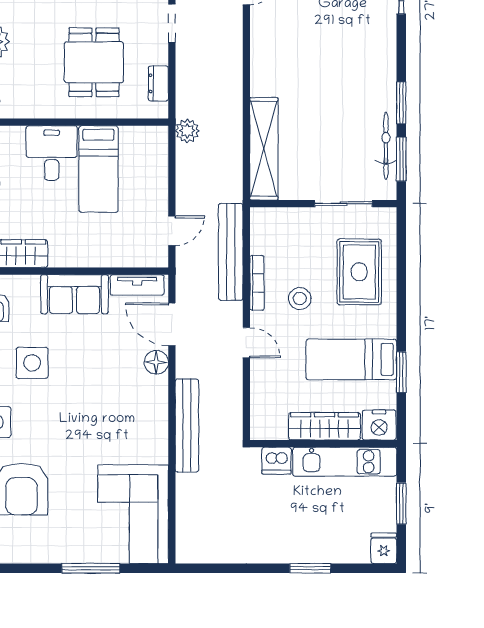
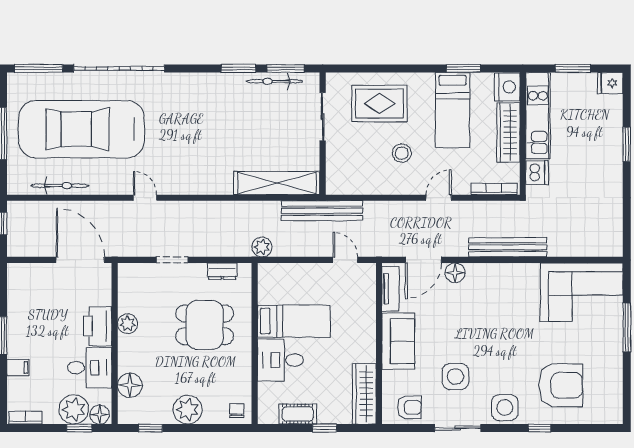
bench: (231, 252) -> (322, 211), moved
bookcase: (257, 283) -> (494, 189), moved

